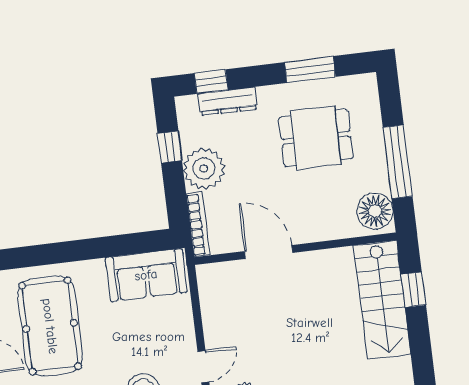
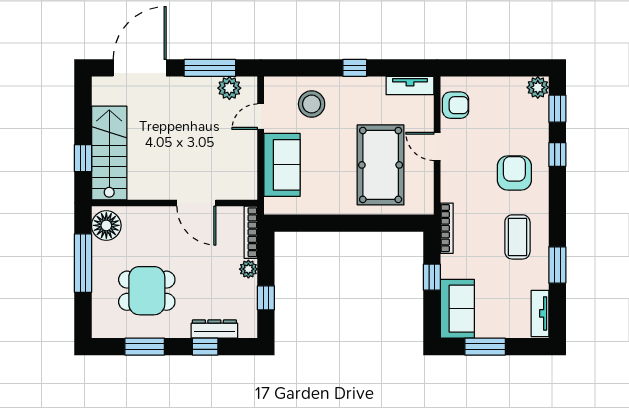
window: (211, 82) -> (205, 347), moved
plant: (204, 169) -> (248, 269), width x0.53, depth x0.53
sofa: (146, 275) -> (282, 165), moved, turned 90

